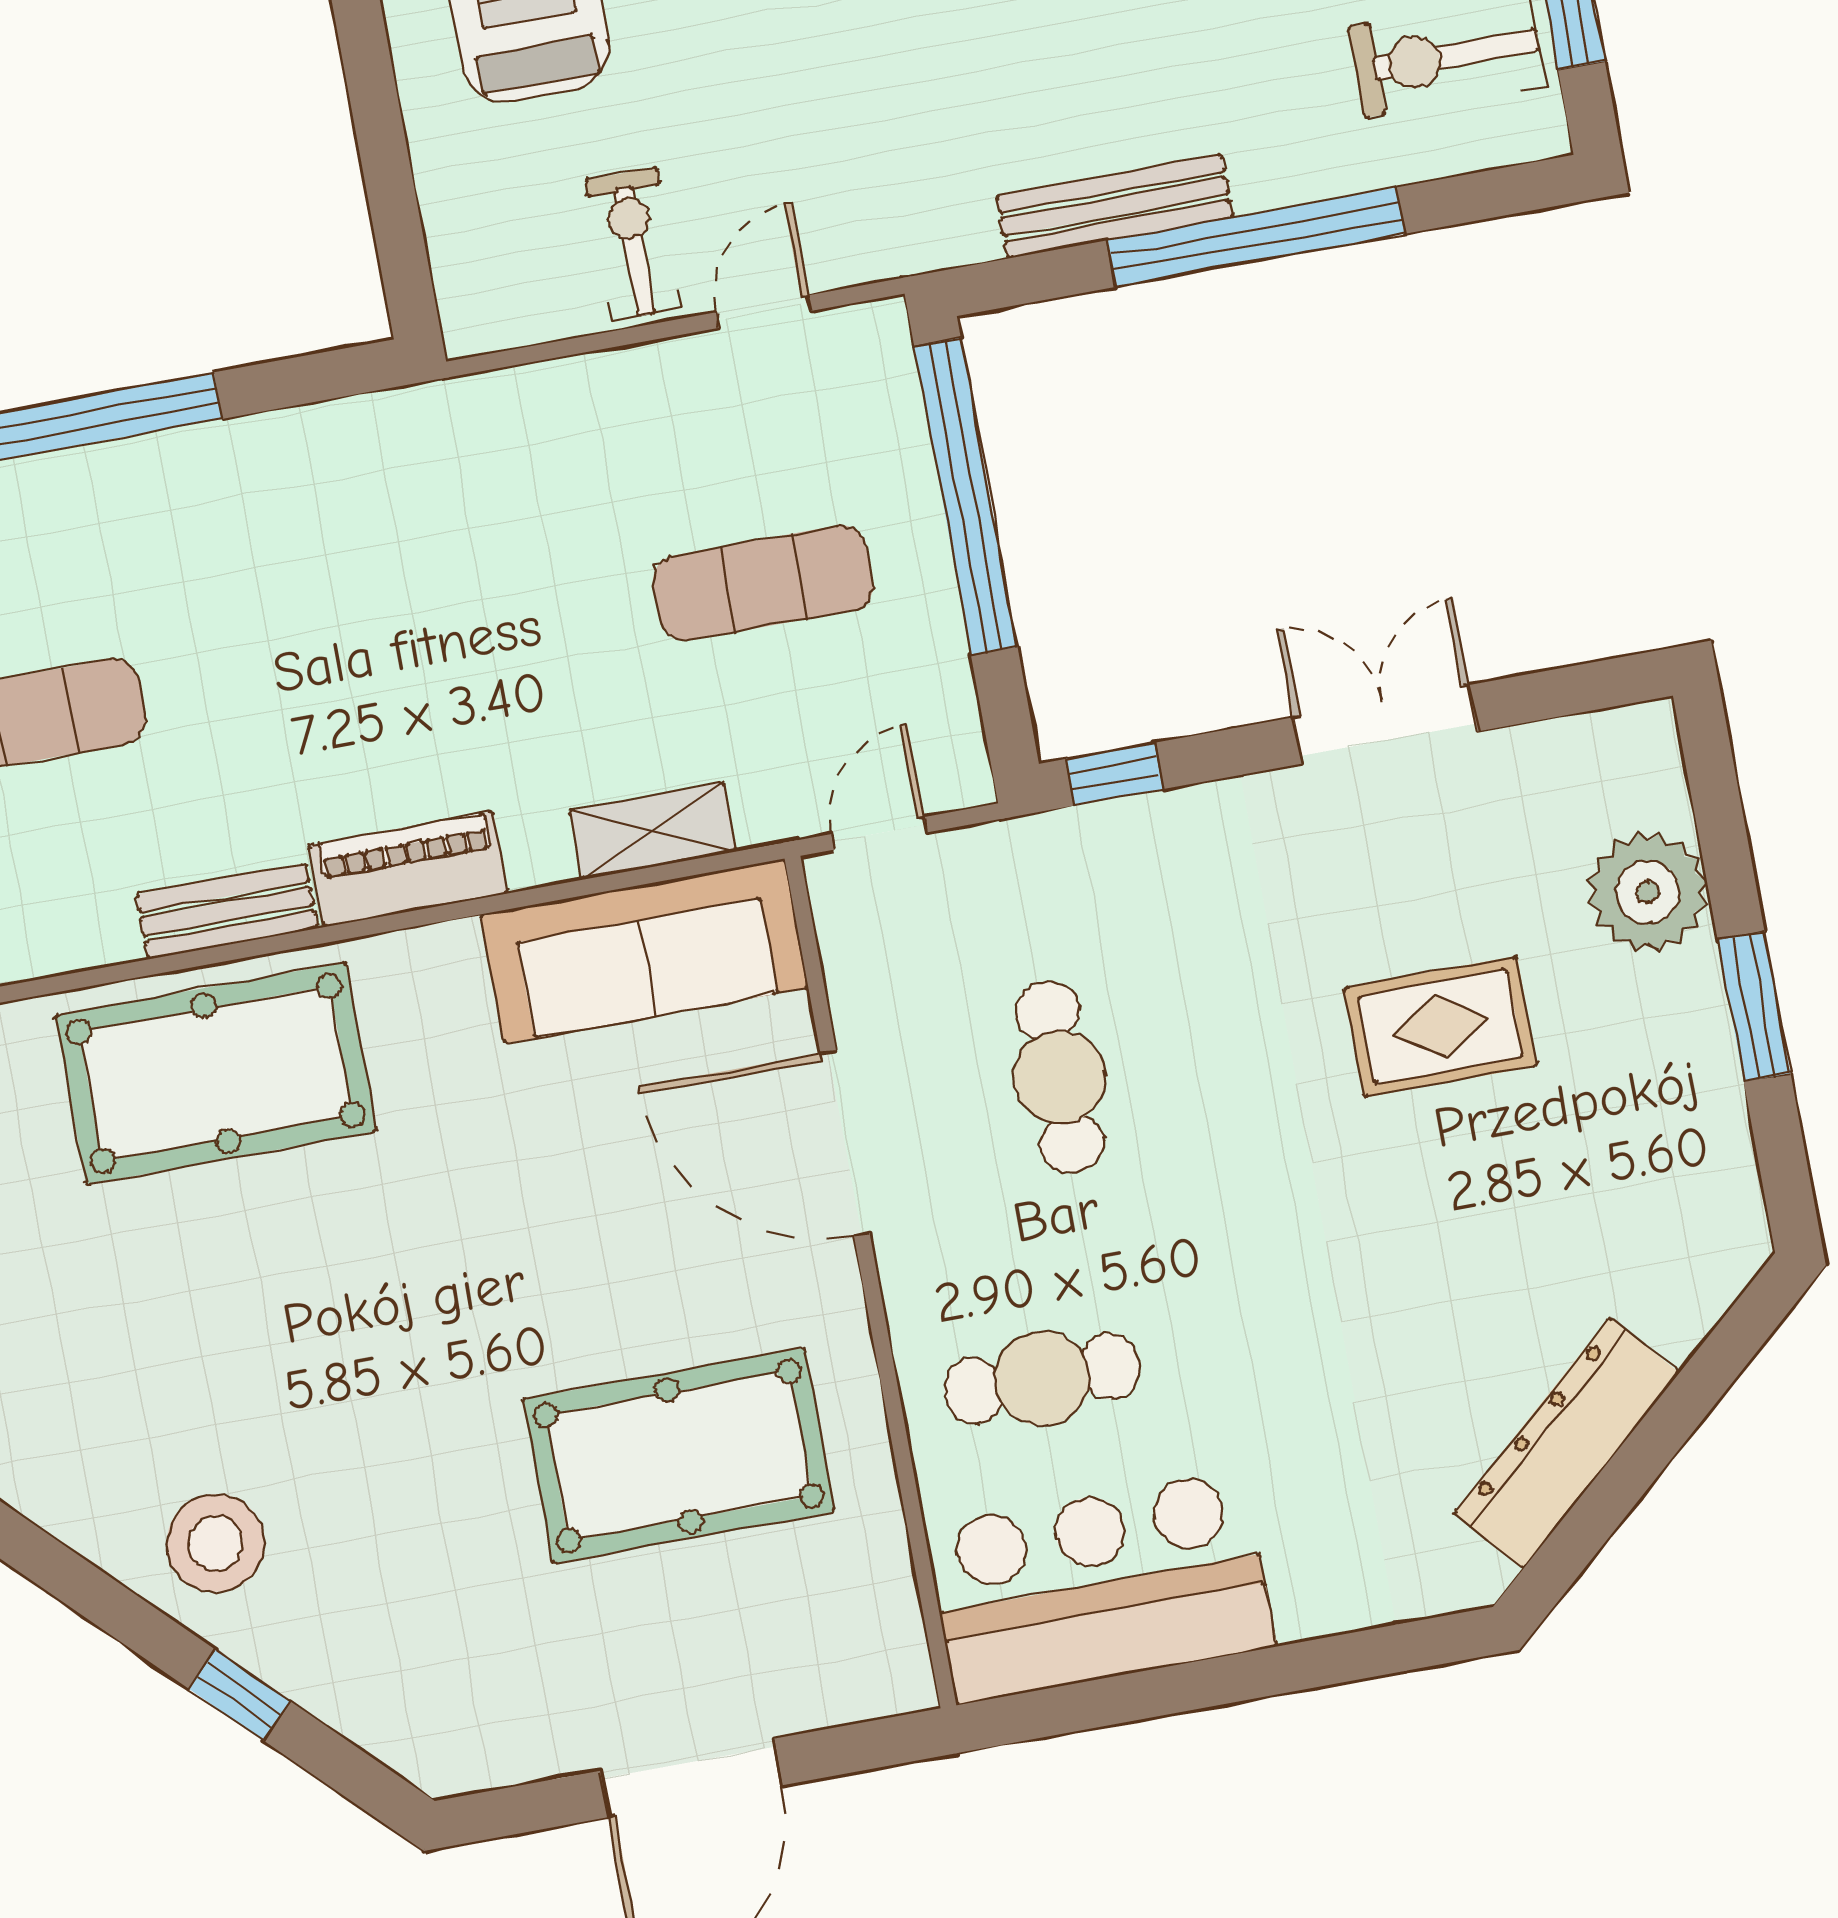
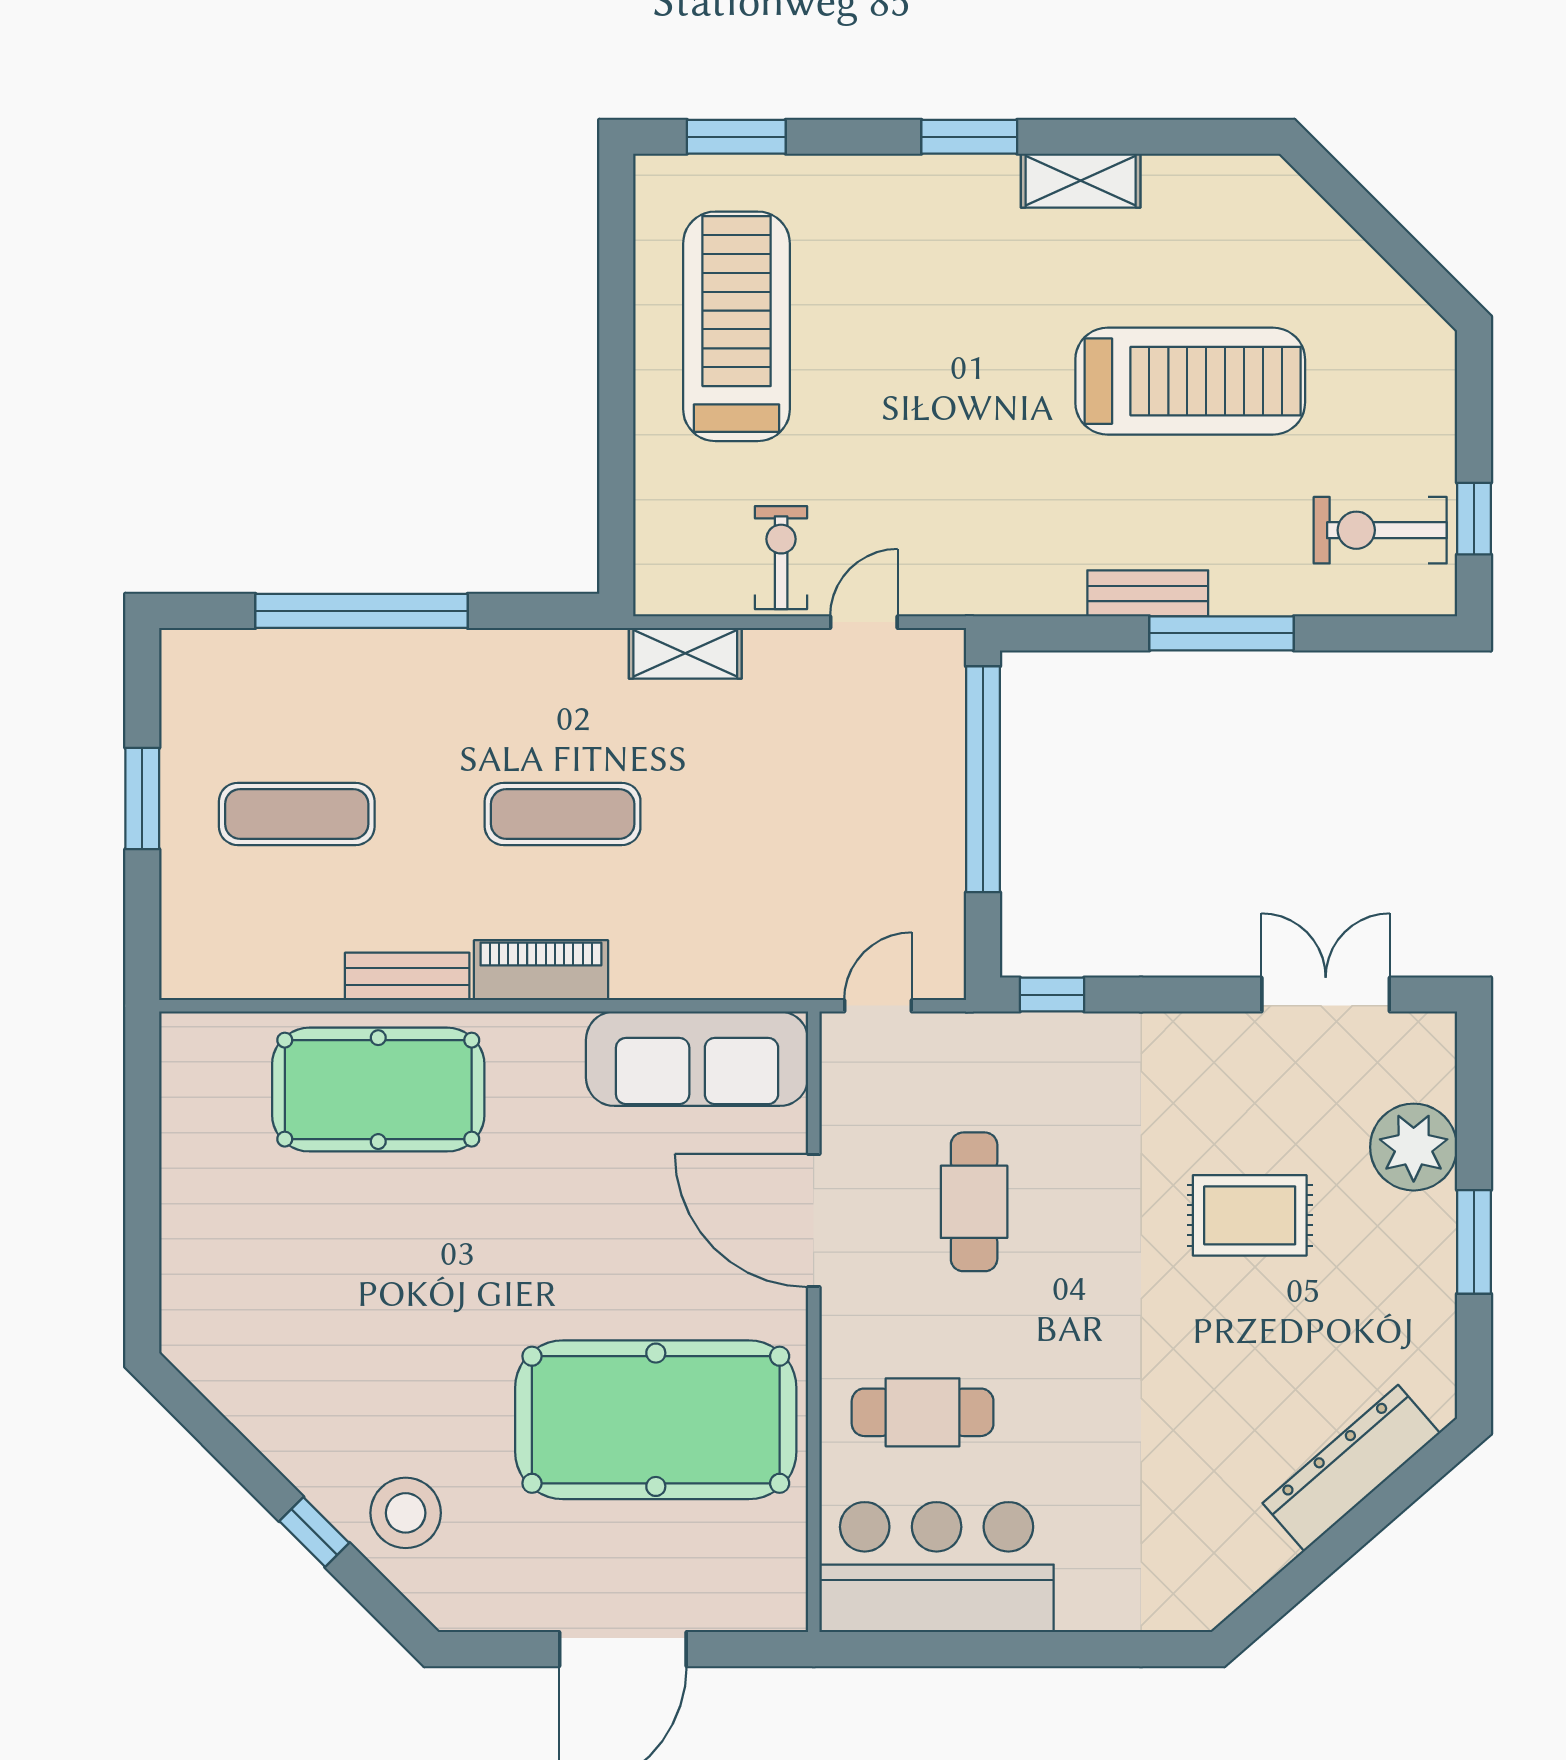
bench: (1115, 206) -> (1148, 593), width x0.73
window: (1256, 237) -> (1221, 633), width x0.68
exercise mat: (763, 583) -> (563, 814), moved
double door: (1385, 724) -> (1326, 995), moved
shelving: (653, 831) -> (685, 653), moved
dresser: (1567, 1443) -> (1351, 1468), moved
pool table: (679, 1456) -> (656, 1420), width x1.36, depth x1.32
stool: (216, 1543) -> (406, 1513), moved

